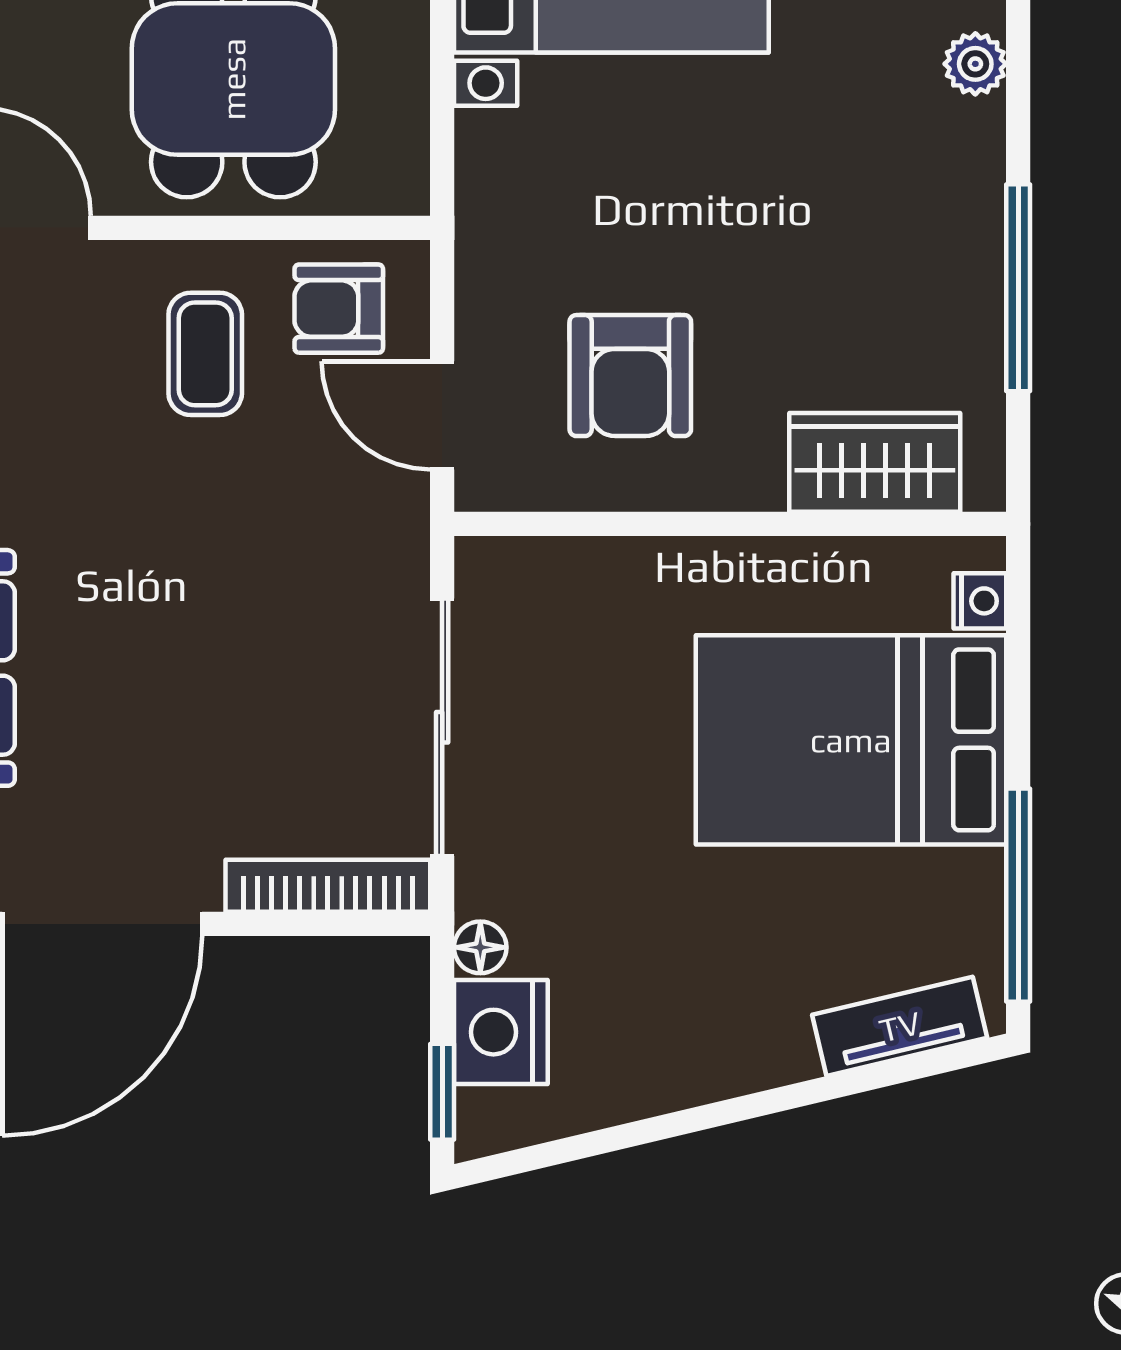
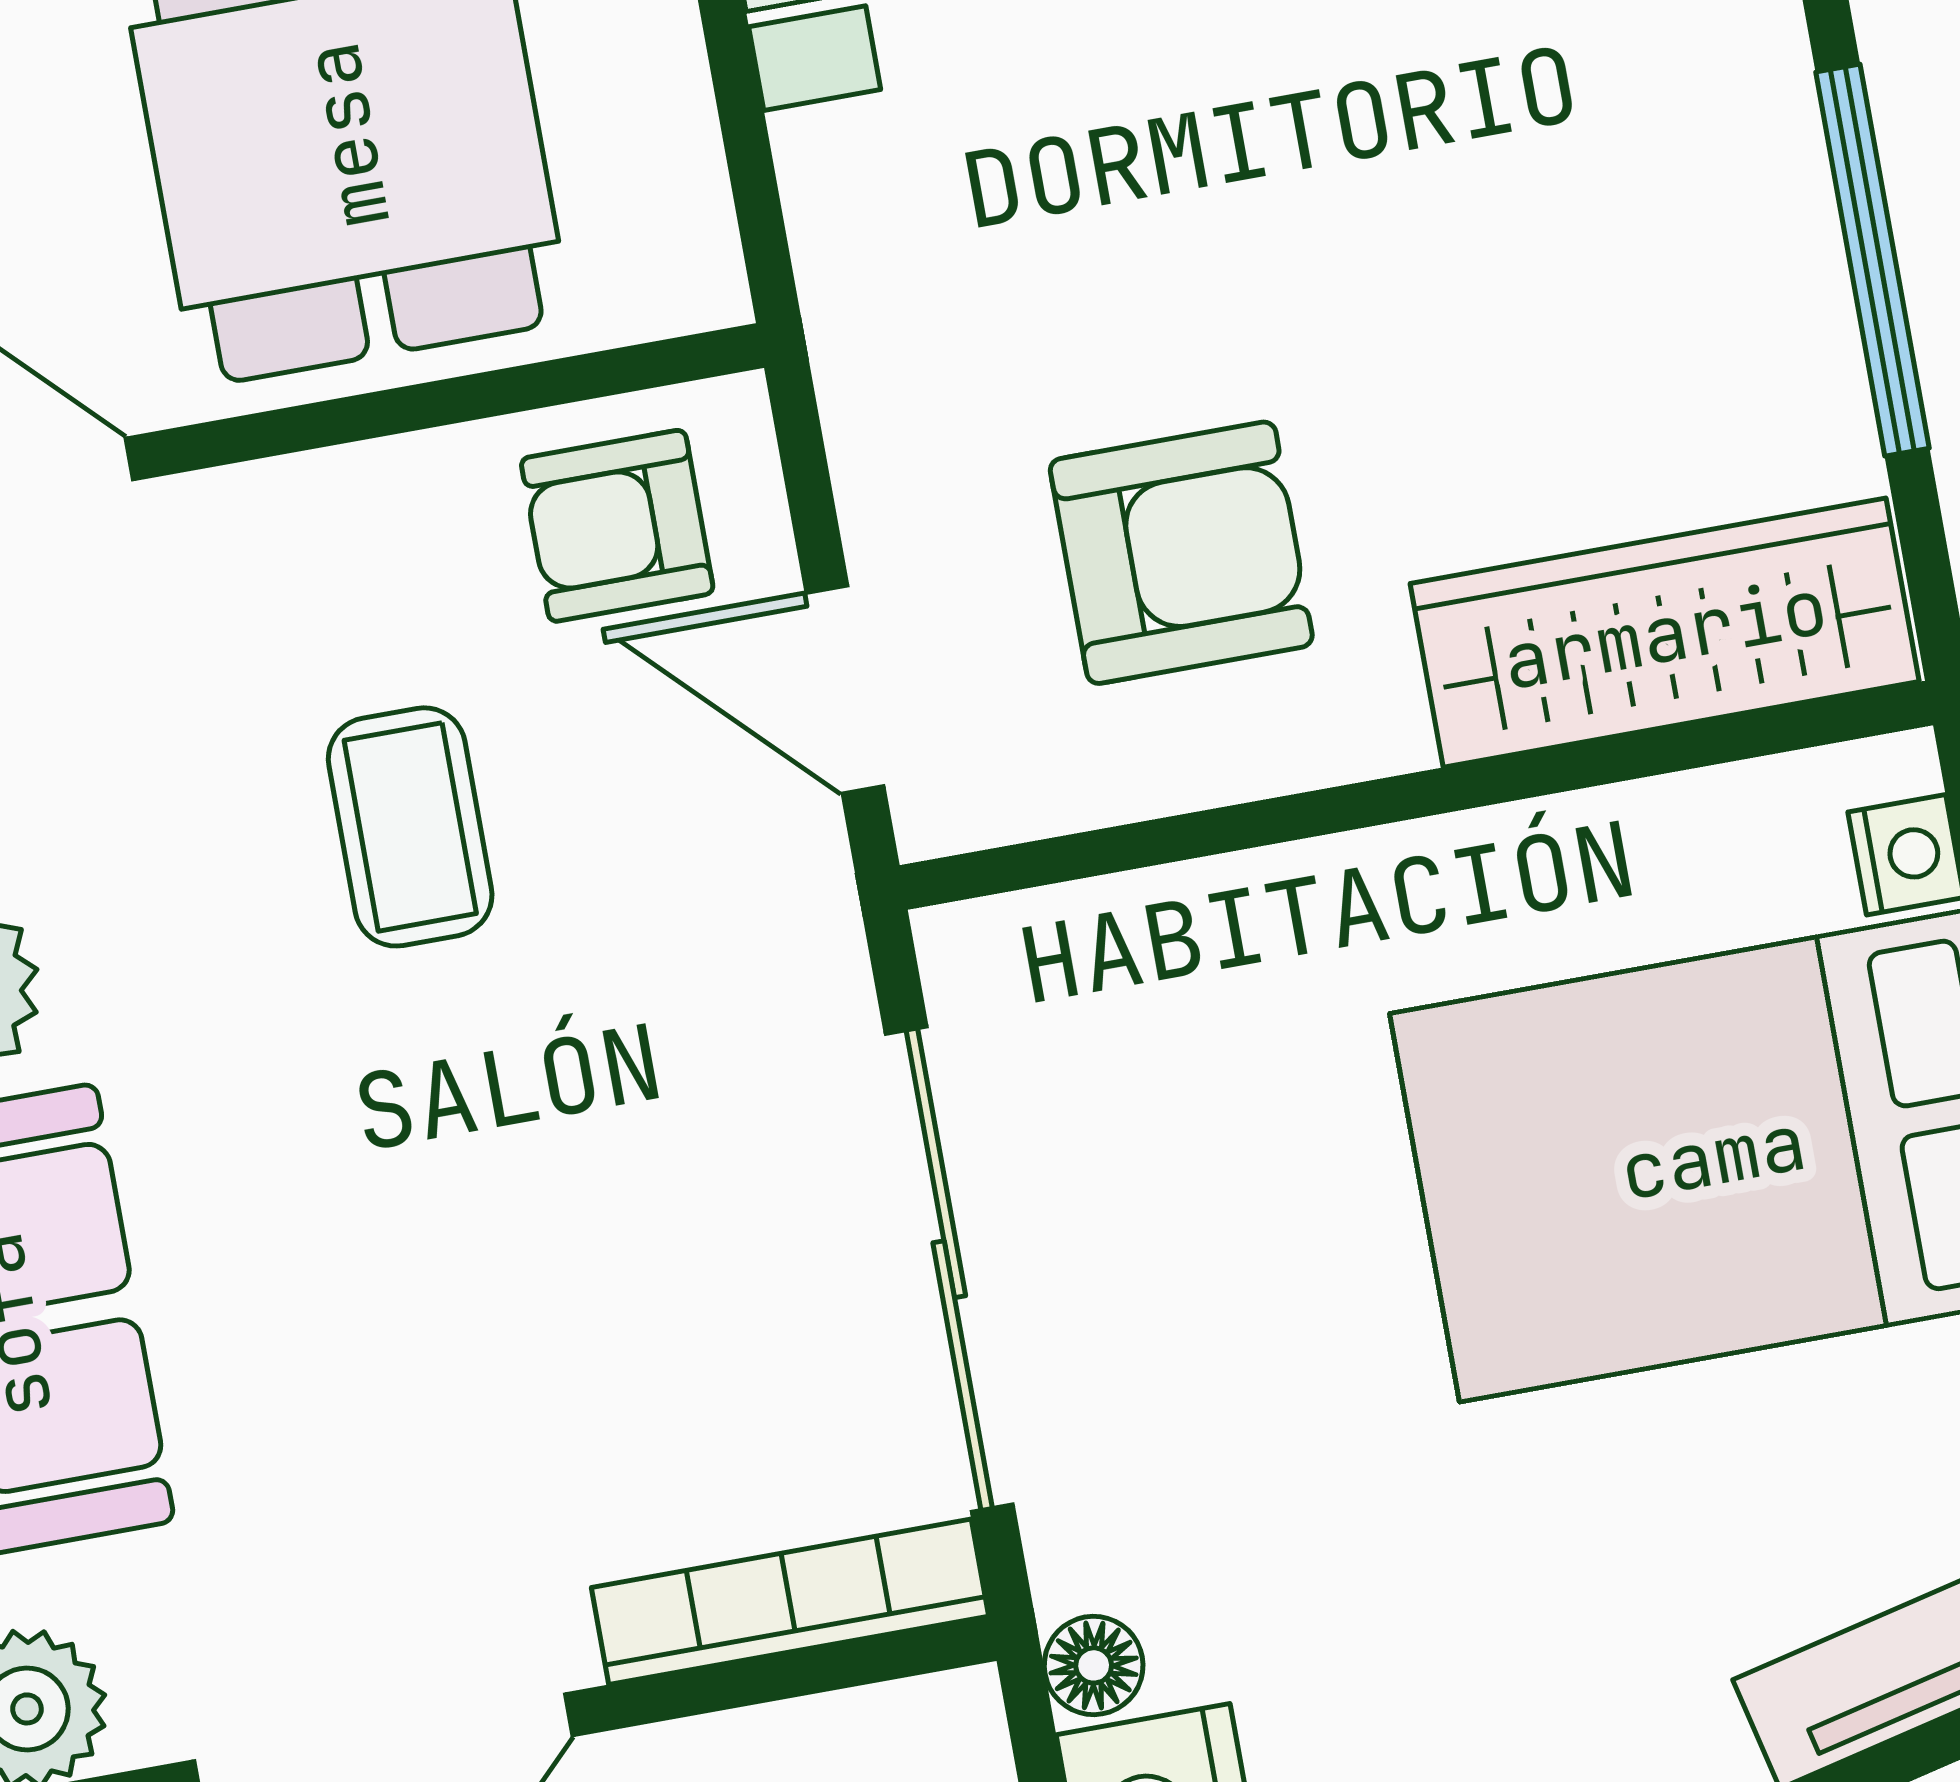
coffee table: (205, 354) -> (410, 827), moved
armchair: (630, 376) -> (1181, 553), turned -90
wardrobe: (875, 462) -> (1665, 633), width x1.50

